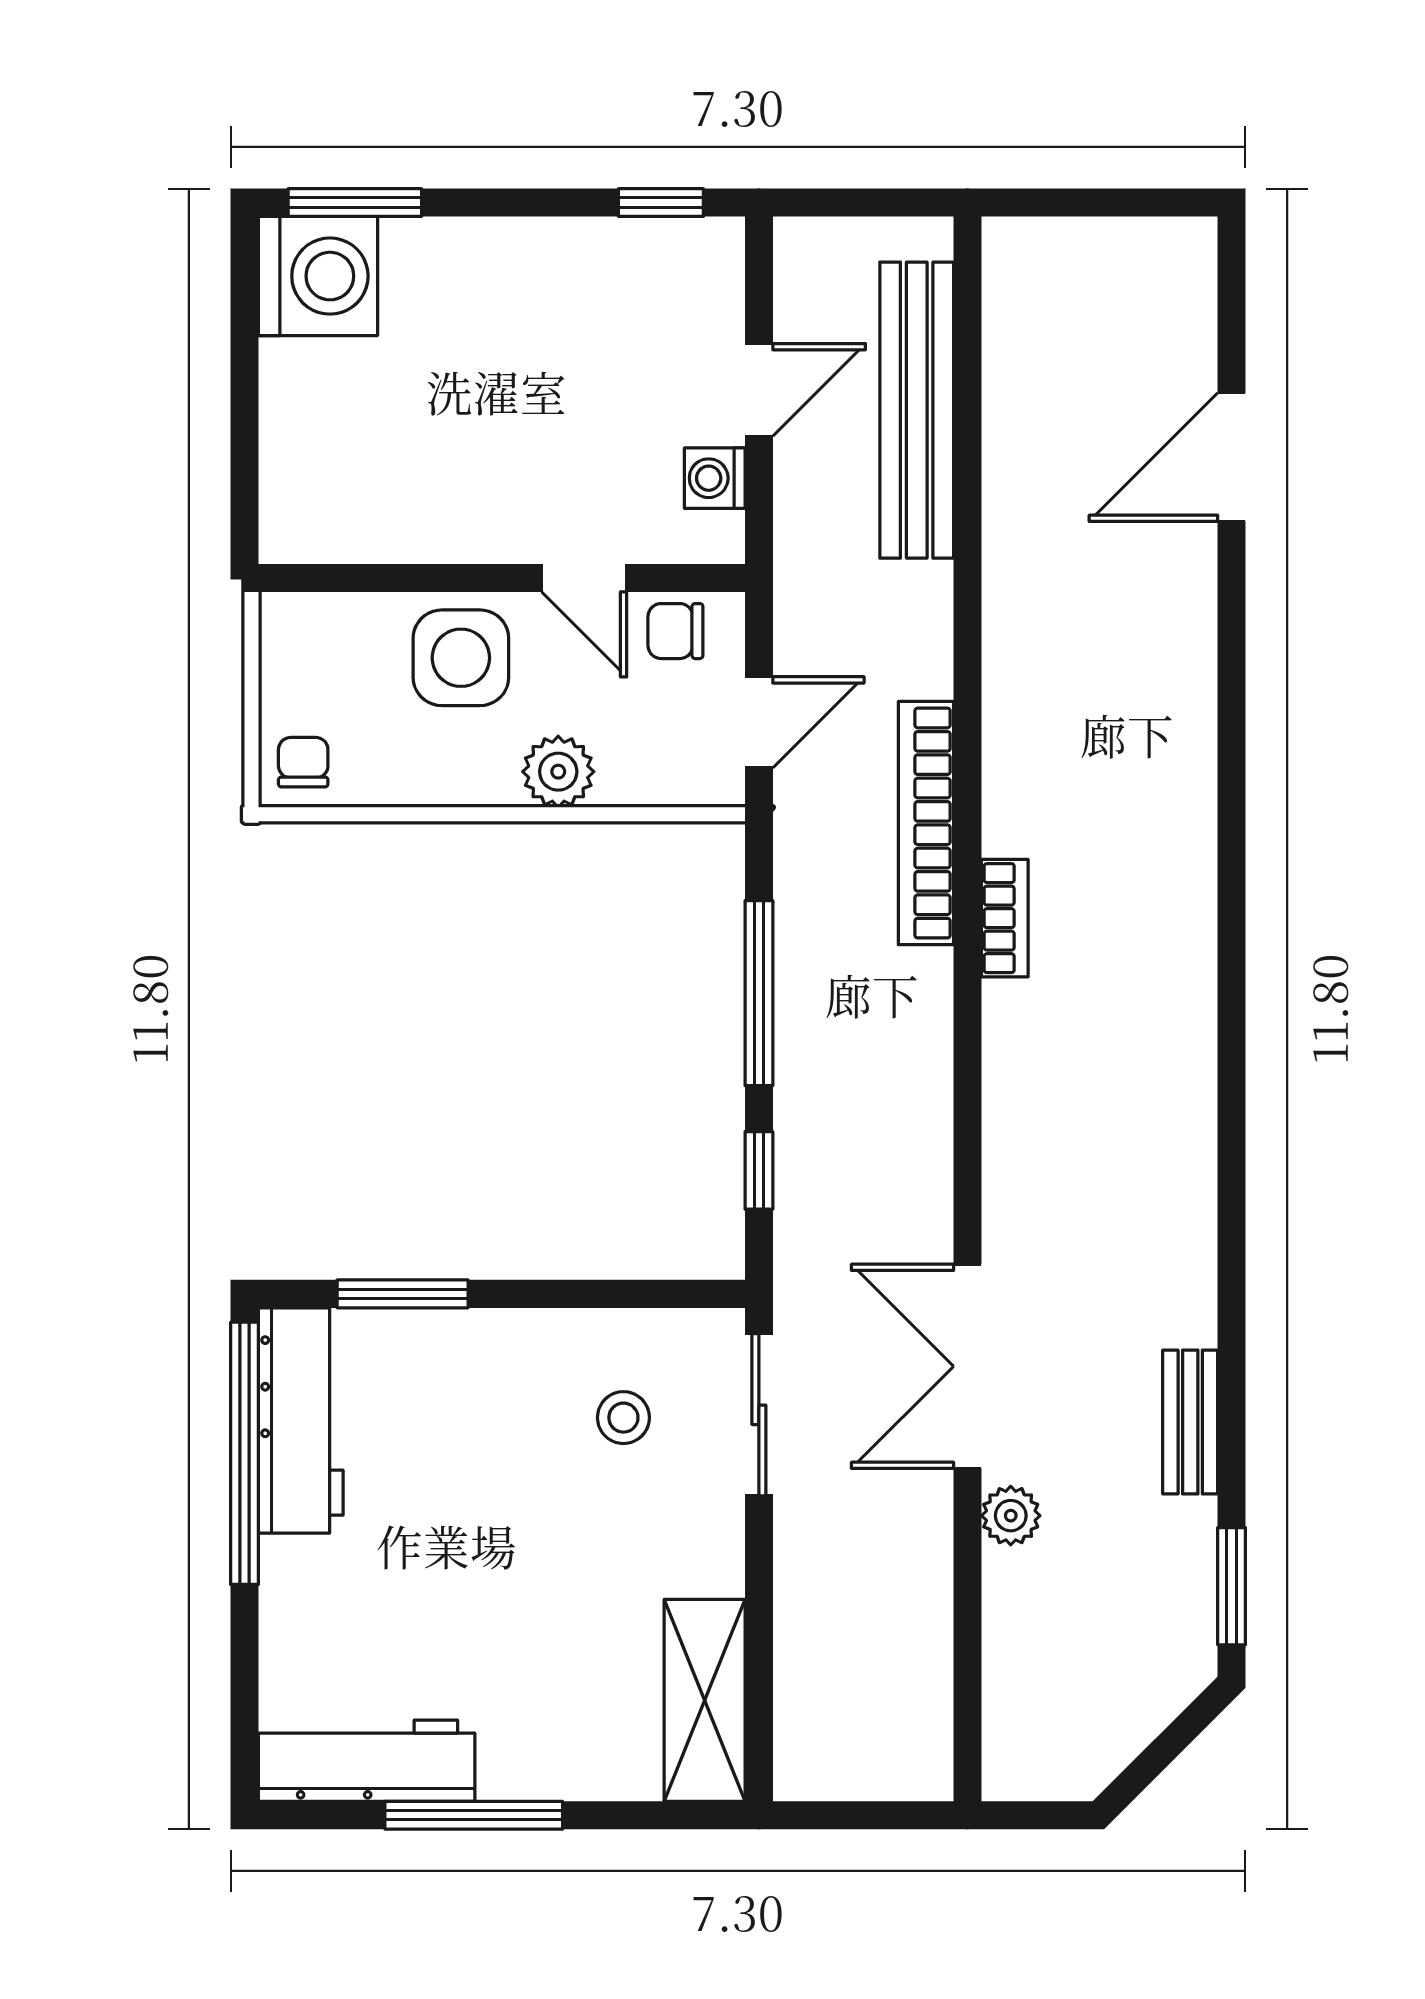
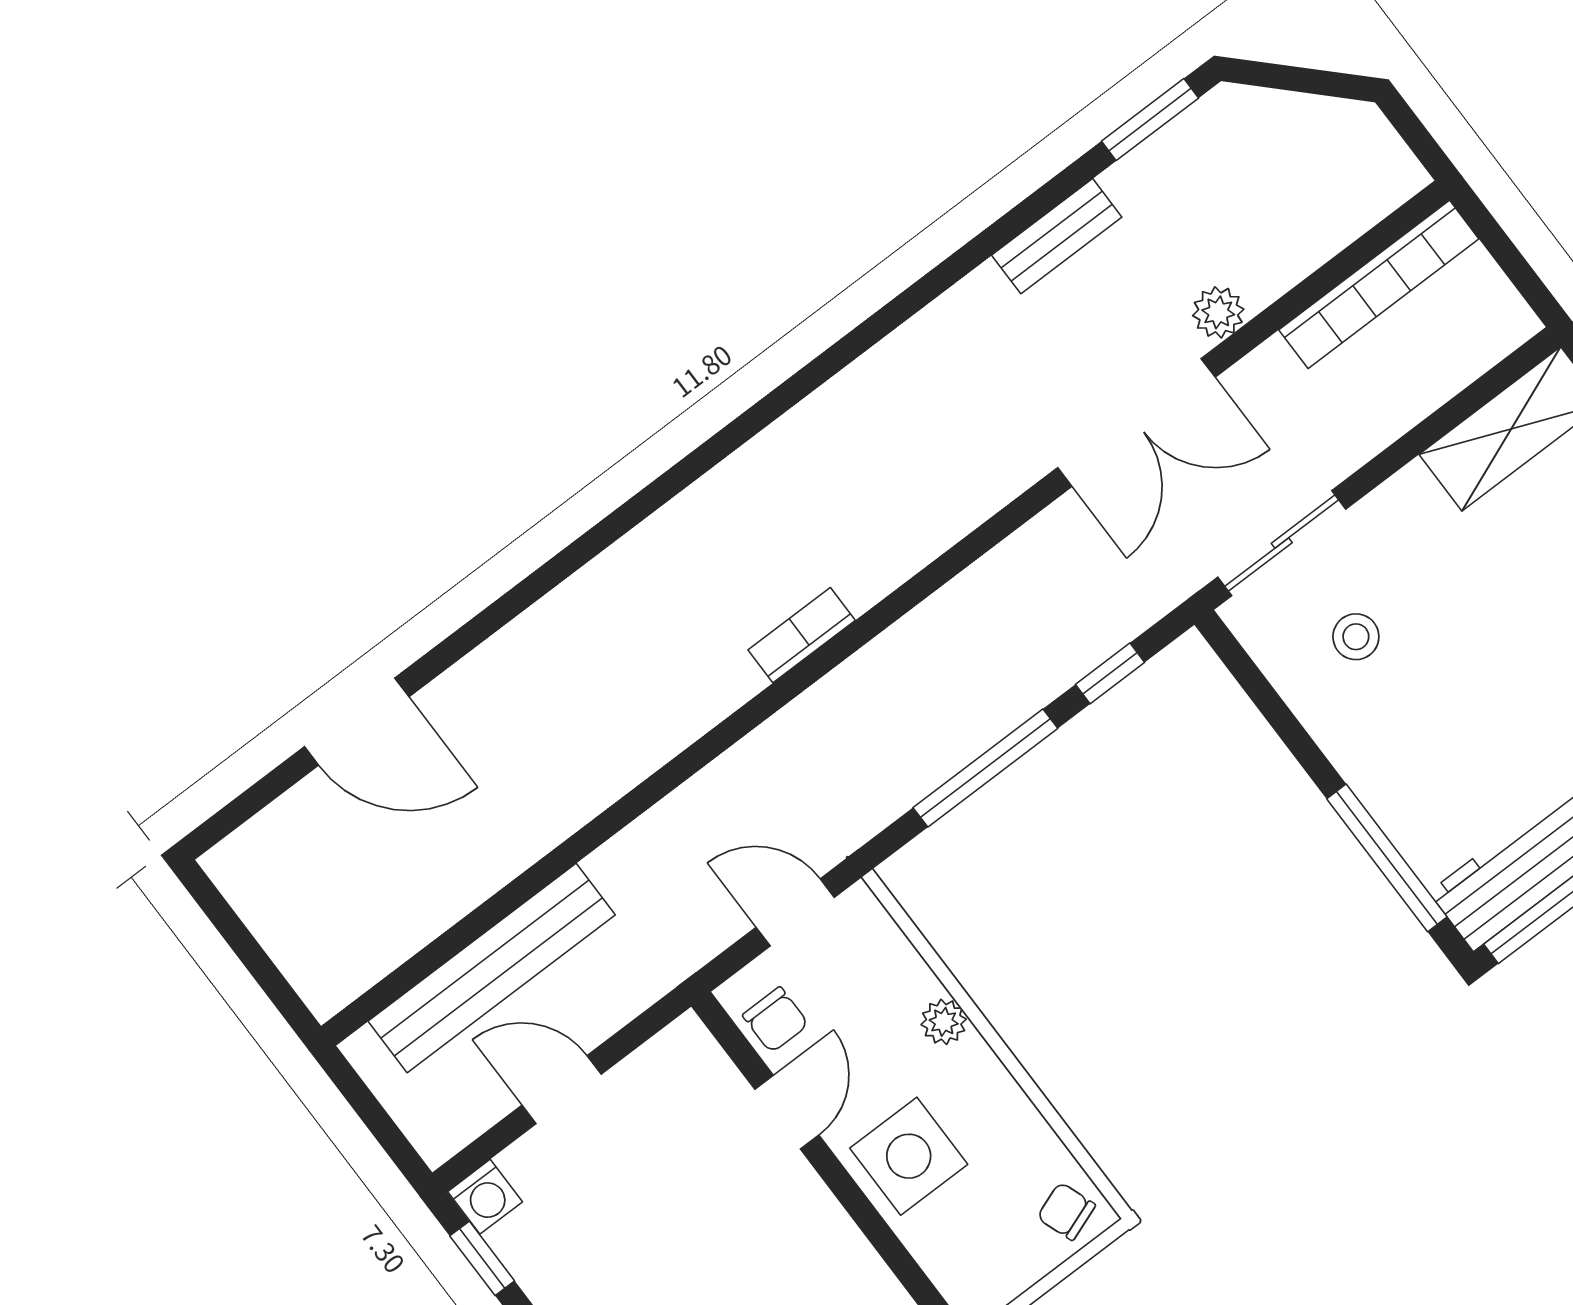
washing machine: (715, 478) -> (485, 1197), moved
chair: (303, 762) -> (1066, 1211), turned 70
plant: (558, 772) -> (944, 1022), width x0.73, depth x0.73
bookcase: (926, 823) -> (1379, 284), moved
window: (403, 1294) -> (1387, 858), width x1.44

